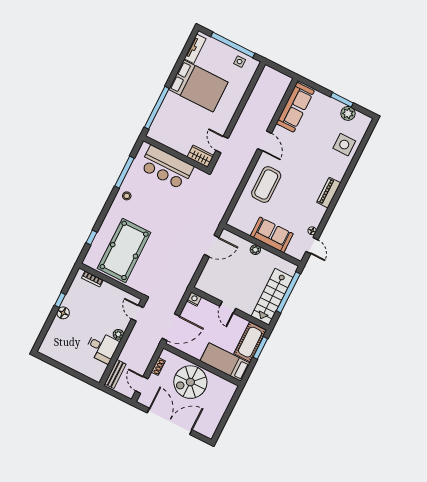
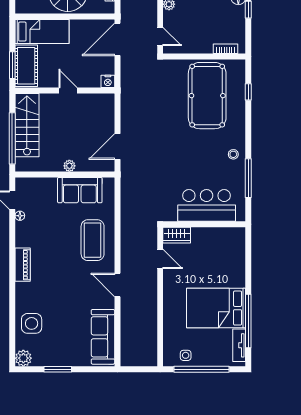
window: (157, 108) -> (248, 321), moved
plant: (348, 113) -> (23, 358), moved
sofa: (272, 235) -> (80, 190), moved

